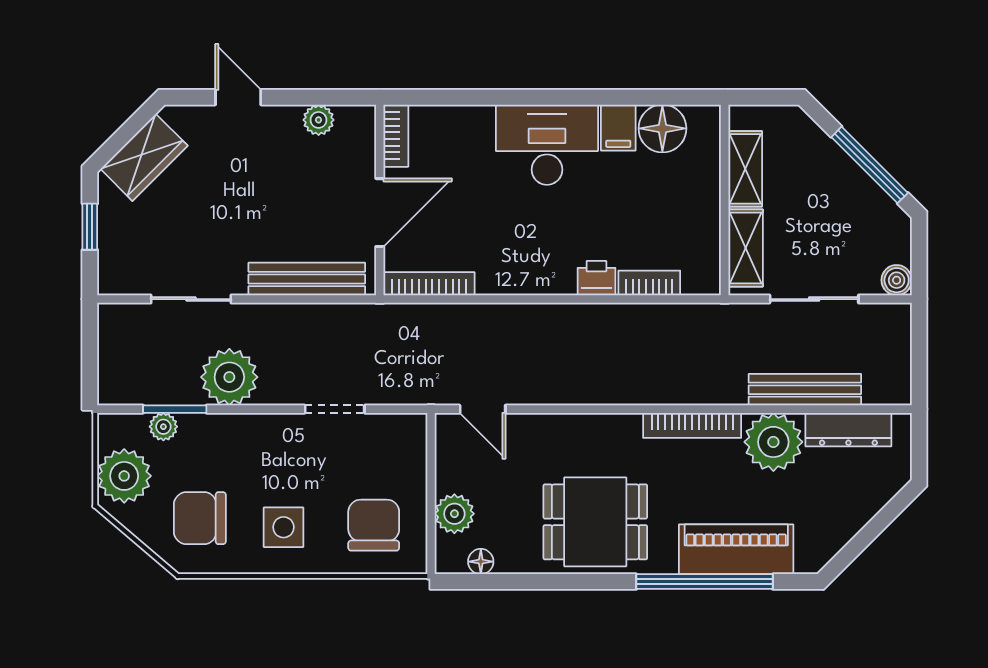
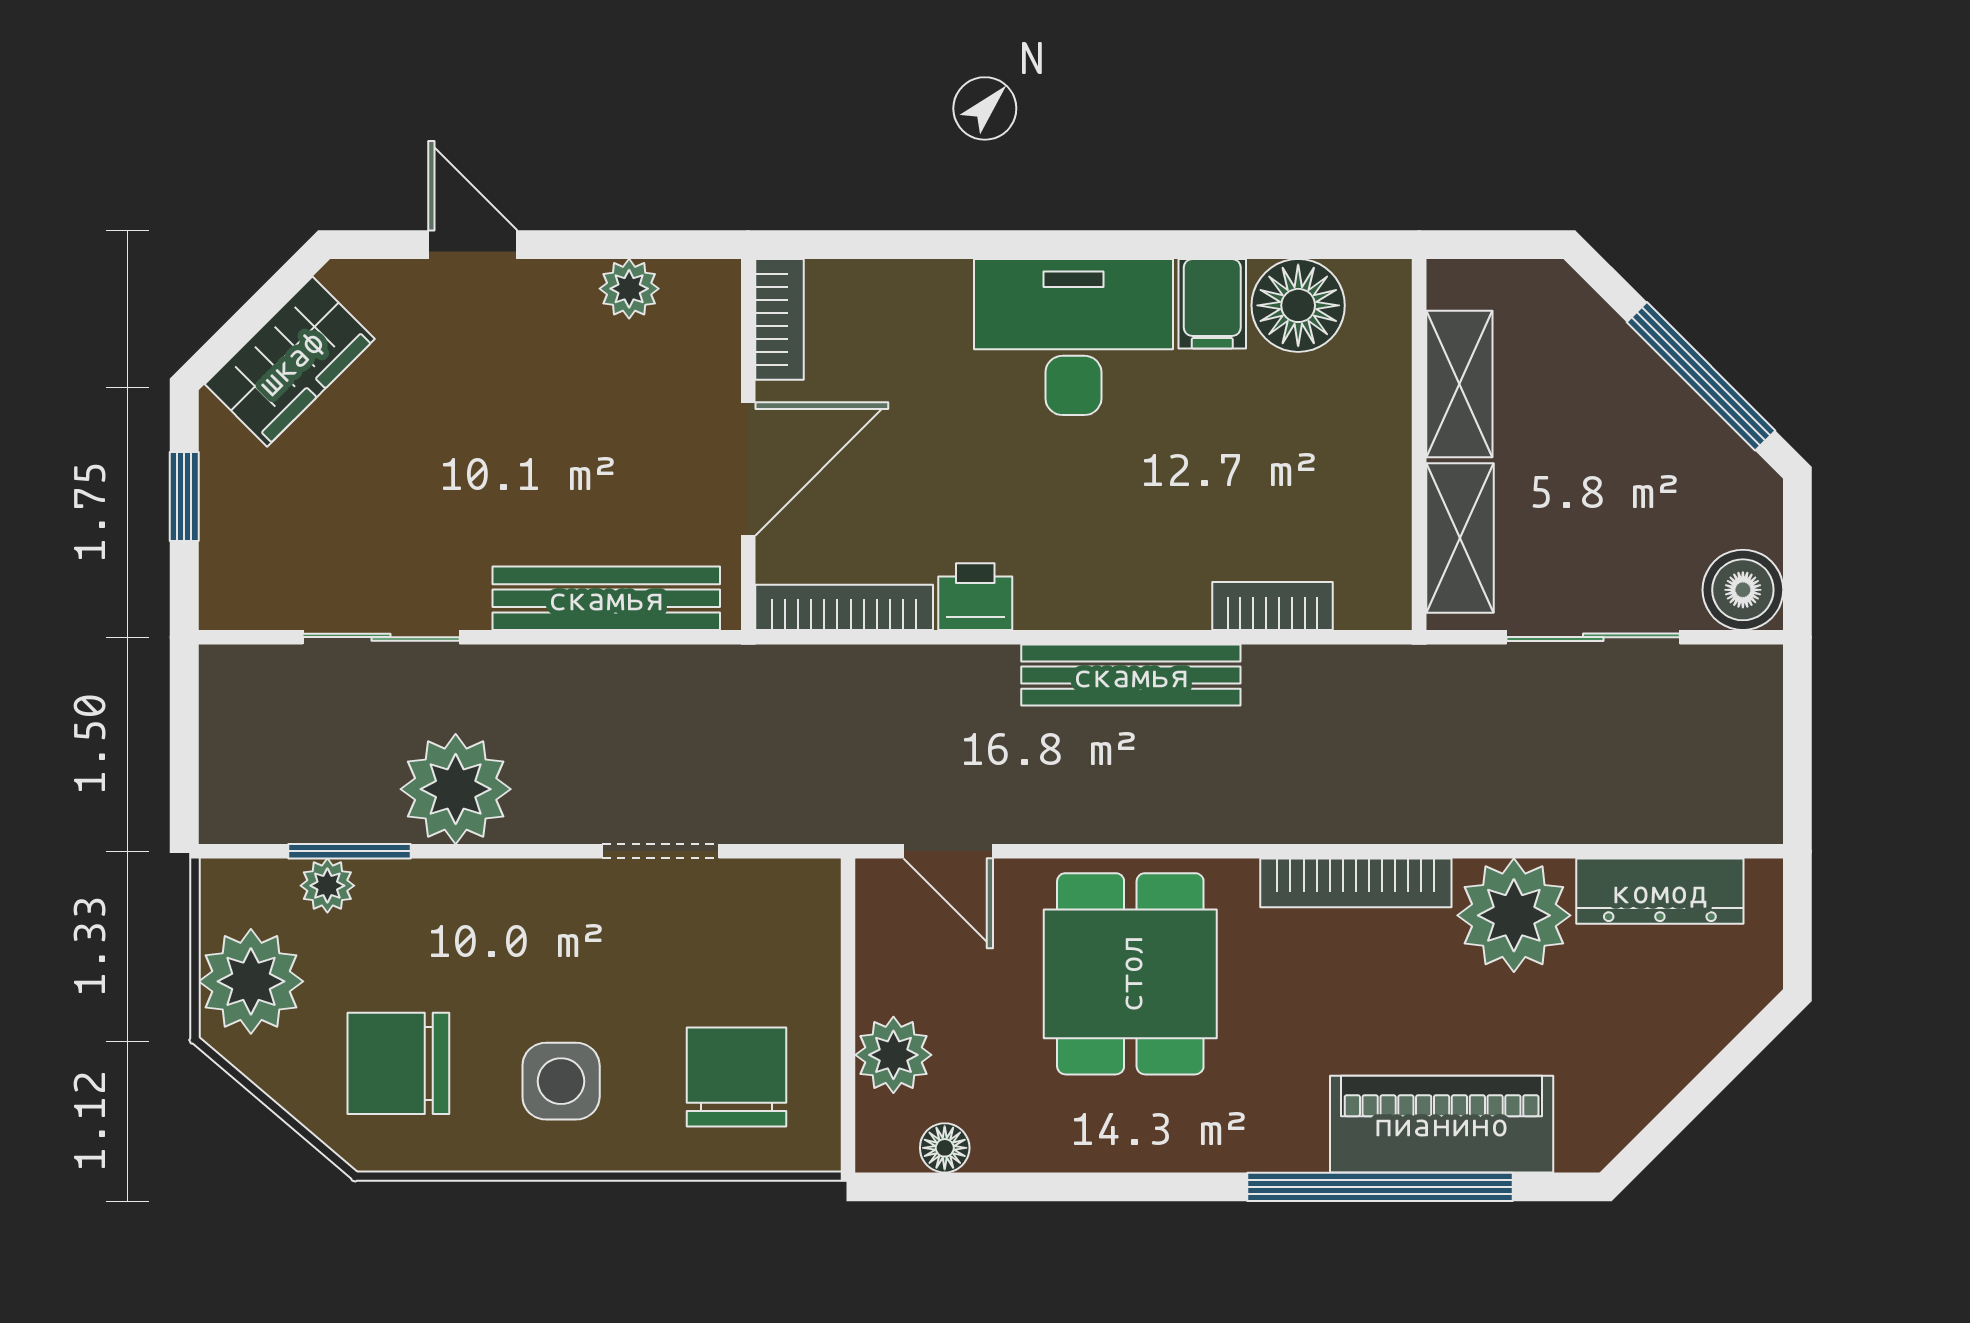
printer: (596, 278) -> (975, 597), moved
boiler: (897, 280) -> (1743, 590), width x1.36, depth x1.36
bench: (805, 390) -> (1131, 675), moved
dining table: (595, 522) -> (1130, 974), moved, turned 90

